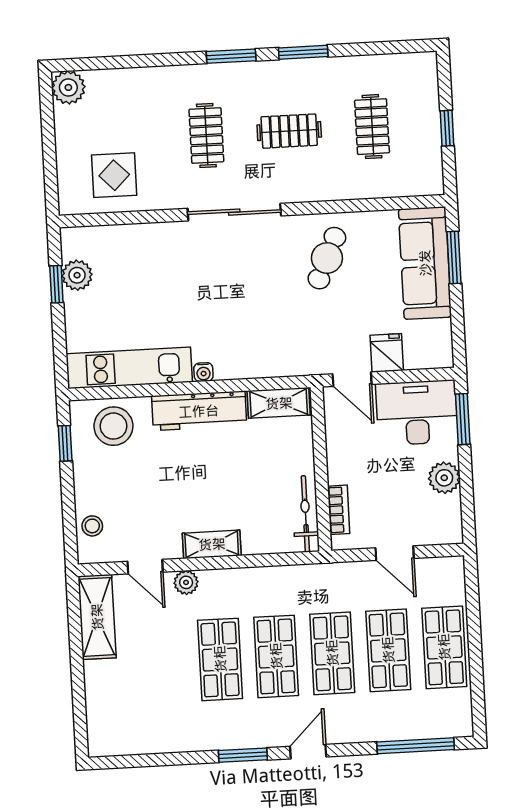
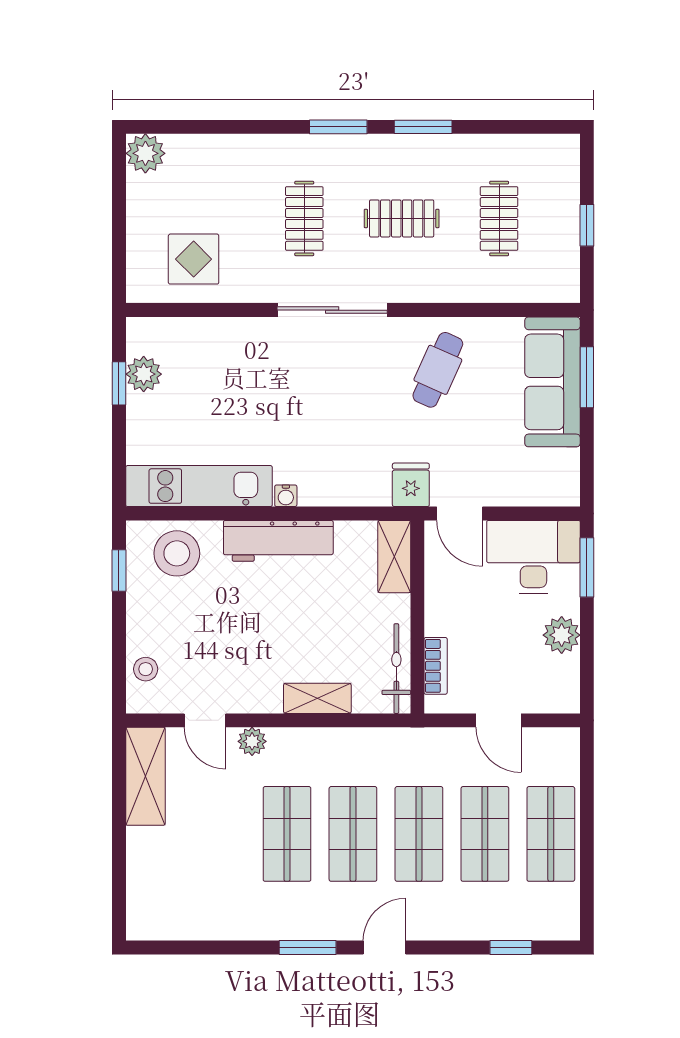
fridge: (387, 353) -> (411, 485), moved
shelving: (279, 403) -> (394, 557), moved, turned 90
shelving: (212, 544) -> (317, 698), moved
window: (416, 746) -> (511, 948), width x0.46

